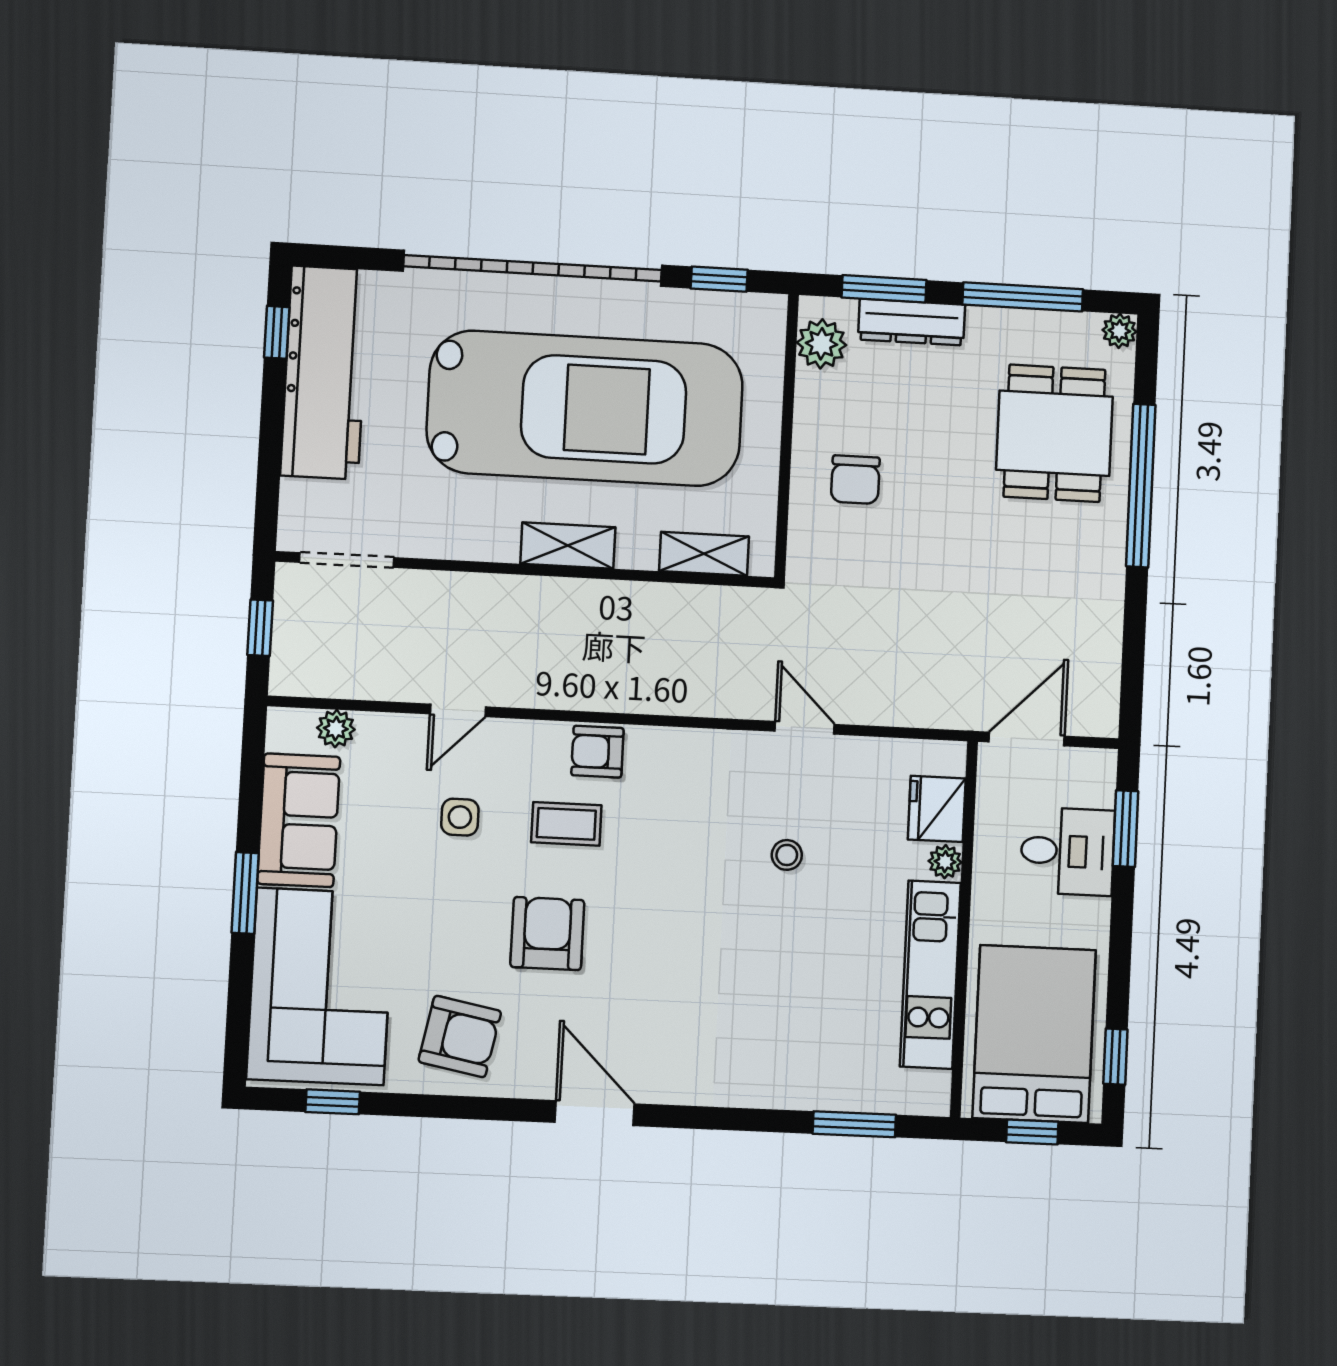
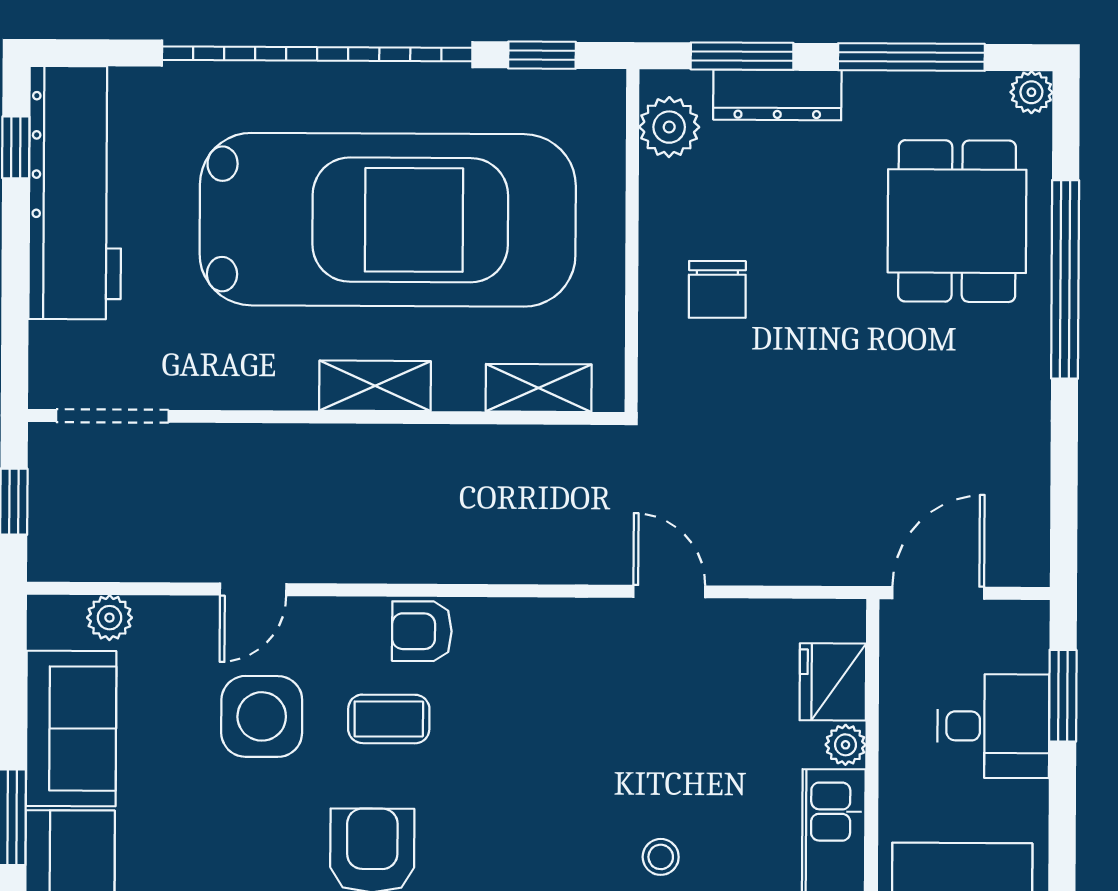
side table: (460, 817) -> (262, 716), width x1.87, depth x1.87
stool: (787, 855) -> (661, 857), moved

